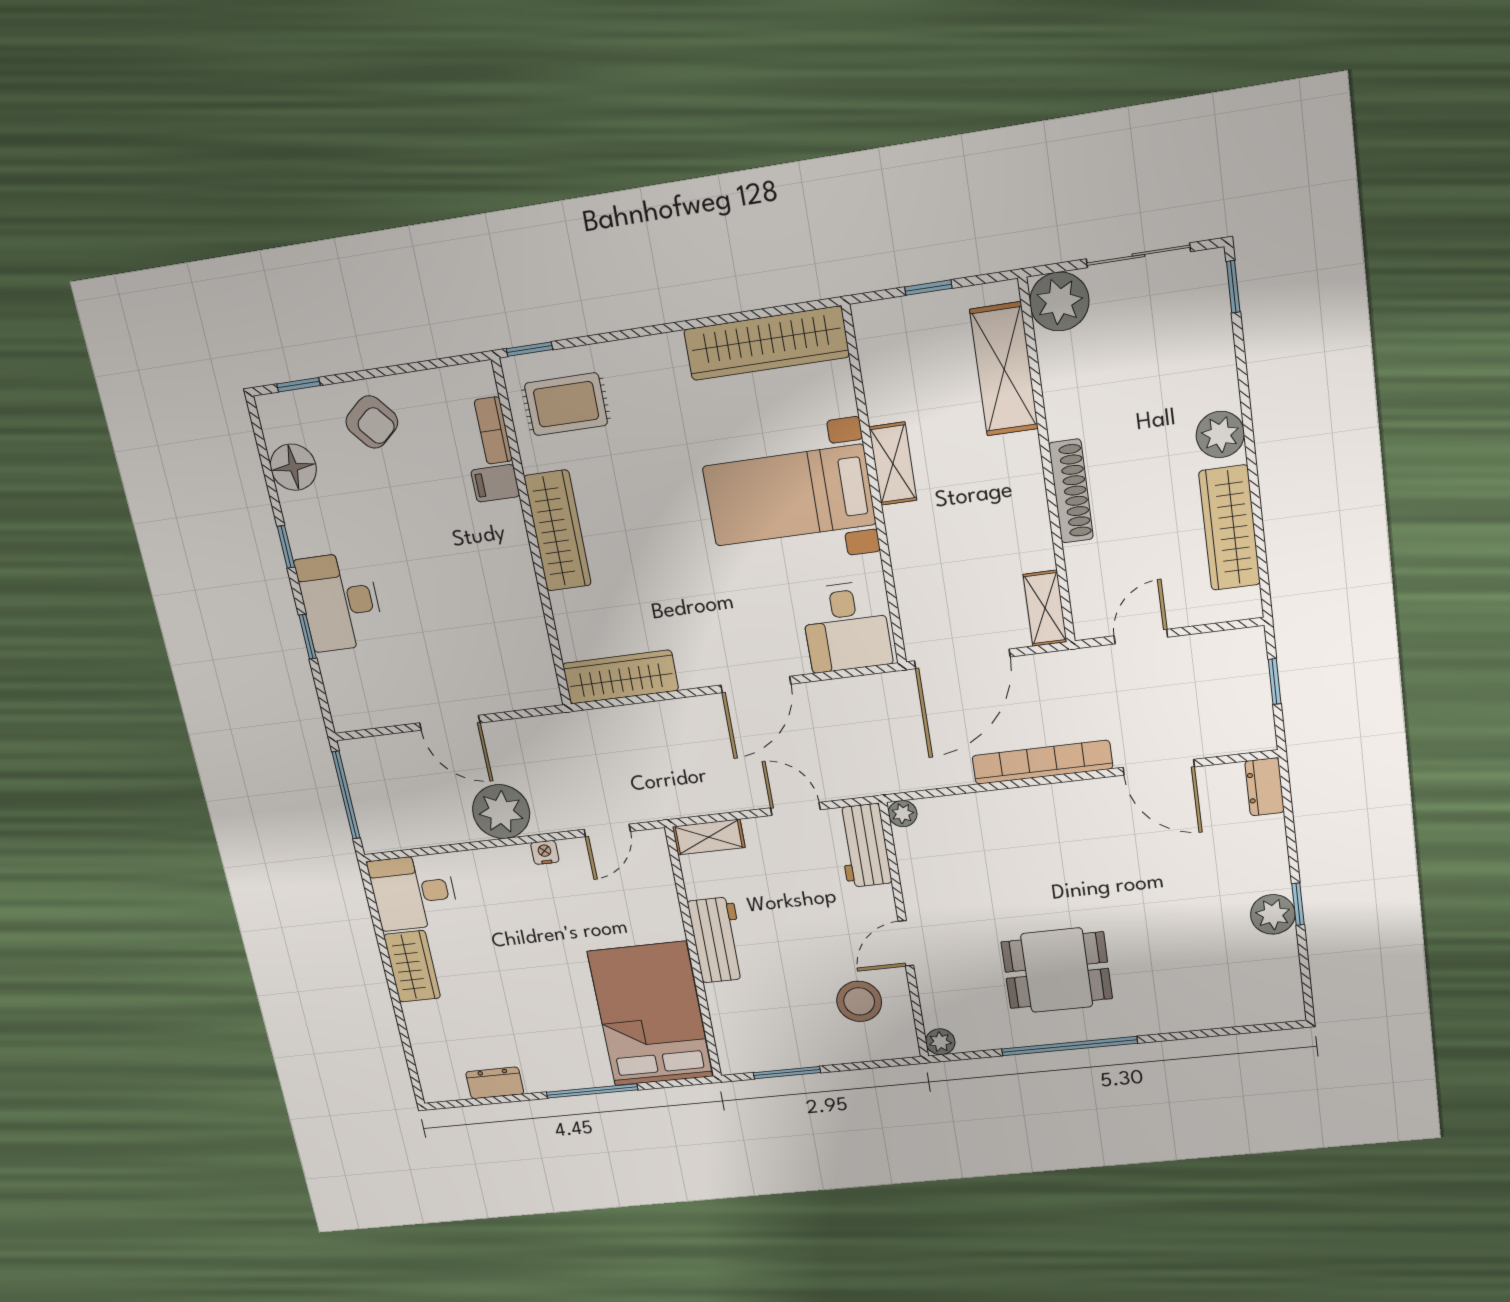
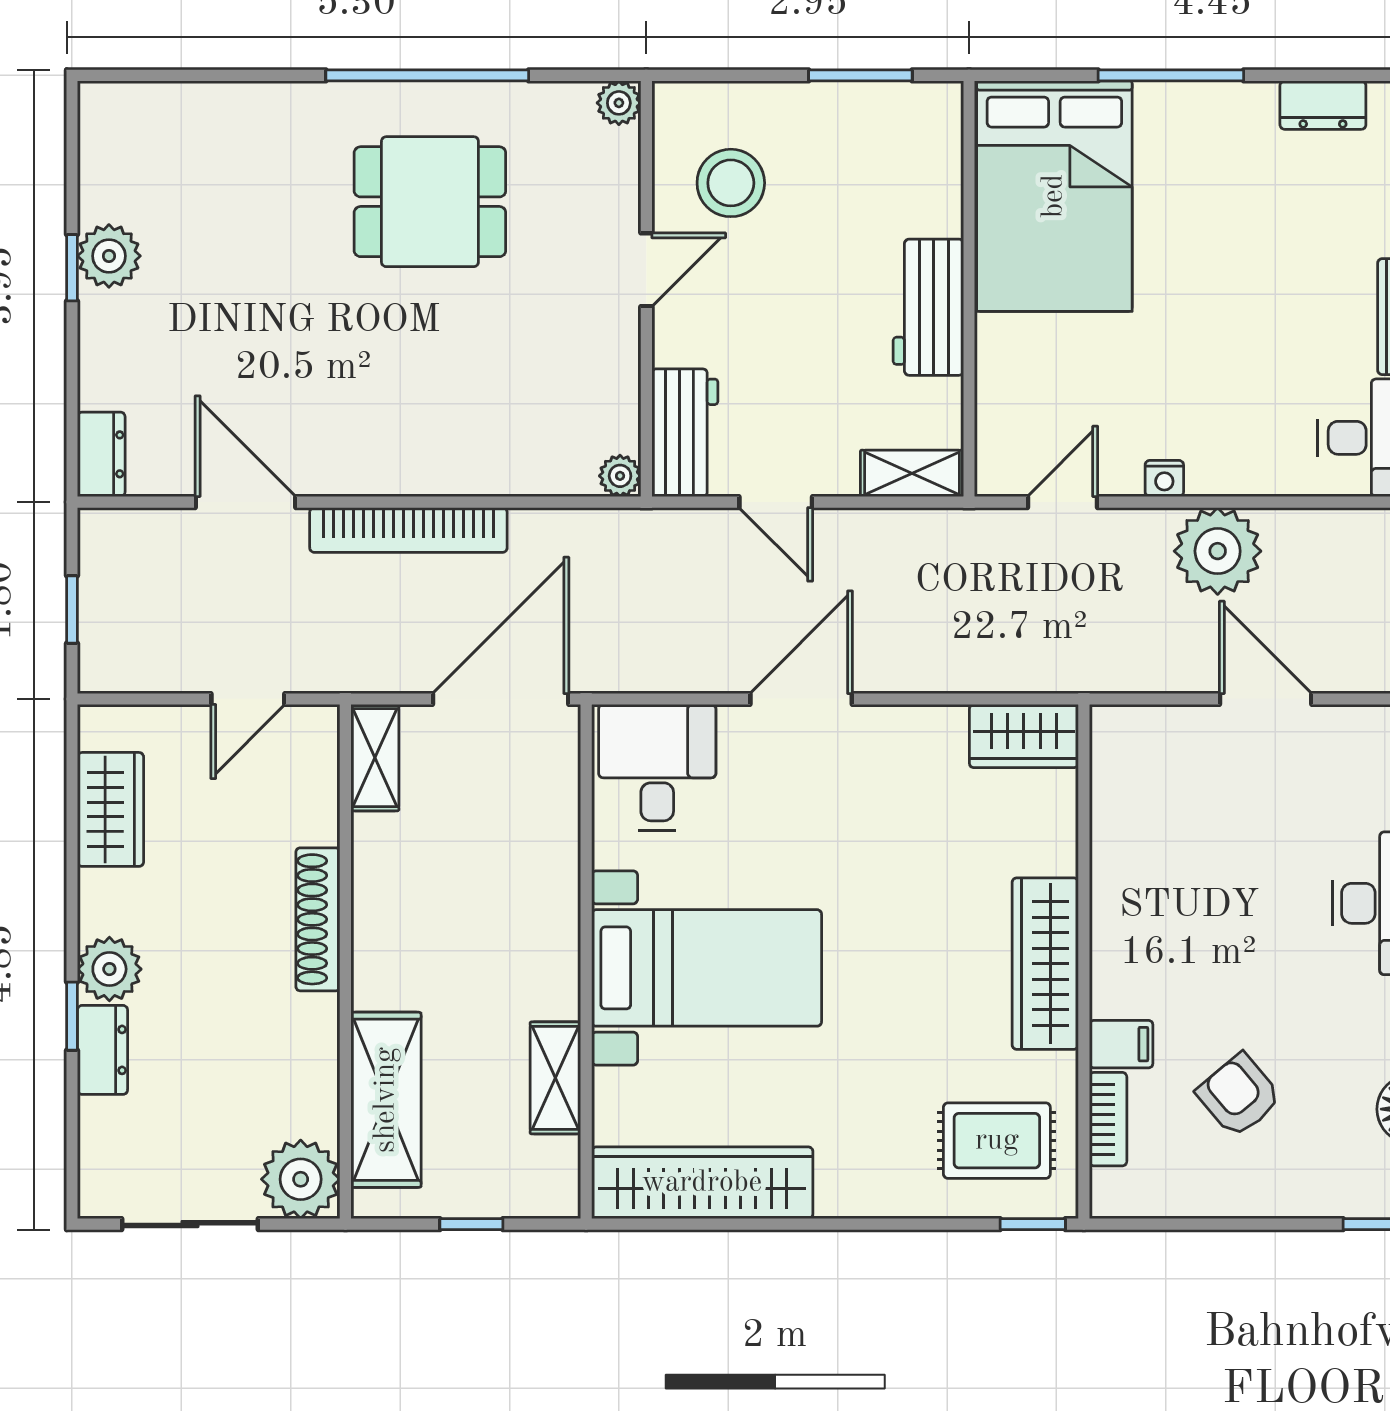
window: (1233, 287) -> (72, 1016), moved
dresser: (1219, 375) -> (103, 1050), added
armchair: (372, 422) -> (1239, 1095), moved
shelving: (893, 464) -> (555, 1078), moved
wardrobe: (1230, 528) -> (111, 809), width x0.67
wardrobe: (620, 677) -> (1024, 736), width x0.67

